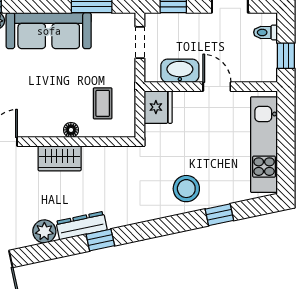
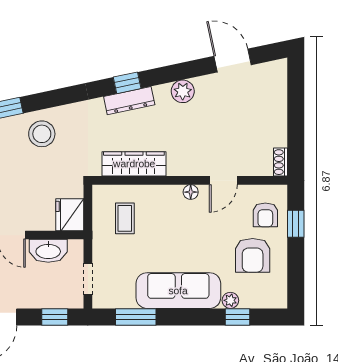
floor lamp: (71, 130) -> (191, 192), moved
wardrobe: (60, 158) -> (134, 164), moved, width x1.50
dresser: (82, 226) -> (129, 101), moved

